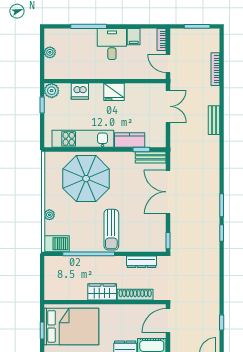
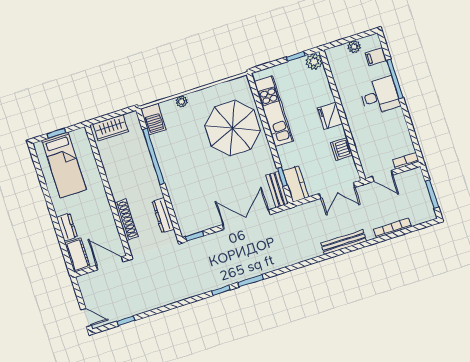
filing cabinet: (134, 37) -> (376, 57), moved
desk: (112, 44) -> (380, 96), moved
door: (168, 63) -> (383, 176), swing flipped
dishwasher: (80, 91) -> (341, 149), moved
fridge: (114, 92) -> (330, 116), moved
bench: (214, 120) -> (344, 242), width x1.36
kitchen counter: (130, 140) -> (296, 184), moved
sun lounger: (111, 230) -> (187, 172), removed
wardrobe: (102, 292) -> (111, 128), moved, turned 90
bed: (71, 326) -> (64, 165), width x0.67

